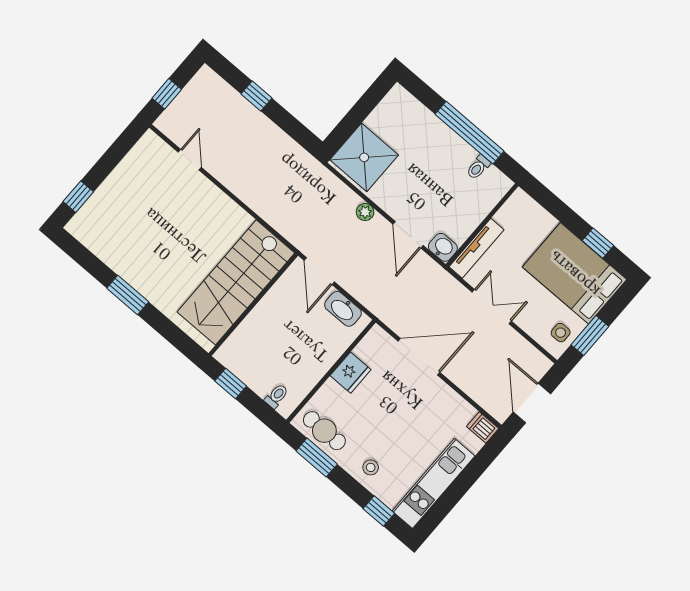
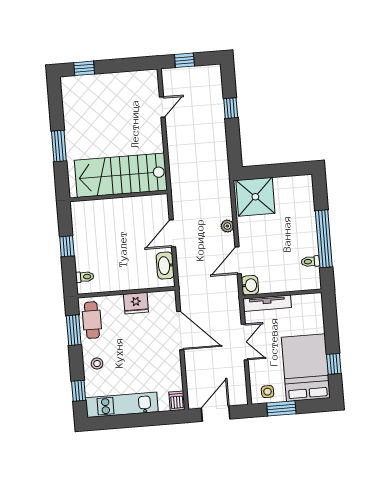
stairs: (236, 282) -> (121, 175), moved
wall: (253, 304) -> (119, 196), moved

